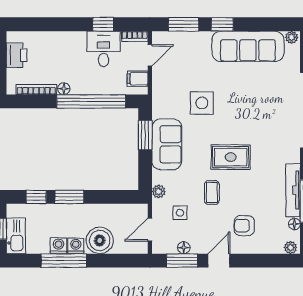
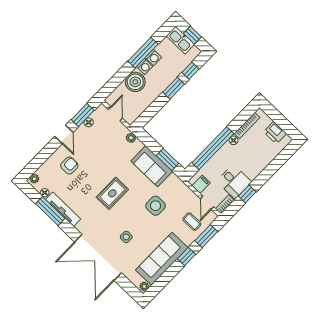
coffee table: (212, 192) -> (192, 222), moved
side table: (180, 213) -> (126, 237), moved

